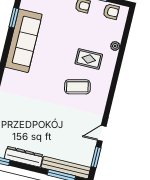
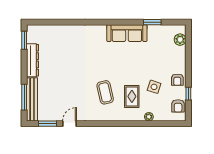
side table: (84, 33) -> (154, 87), added
sofa: (23, 41) -> (127, 33), width x0.74, depth x0.79
door: (102, 133) -> (70, 124), hinge flipped

